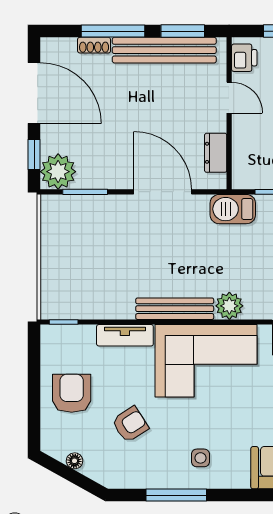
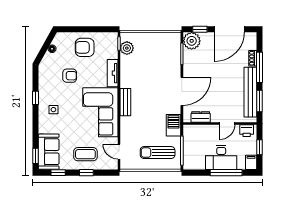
plant: (229, 306) -> (127, 48), moved
bench: (175, 309) -> (125, 102), width x0.73
armchair: (72, 393) -> (85, 47), turned 180
armchair: (130, 424) -> (70, 76), turned -56
window: (176, 495) -> (35, 98), width x0.46

